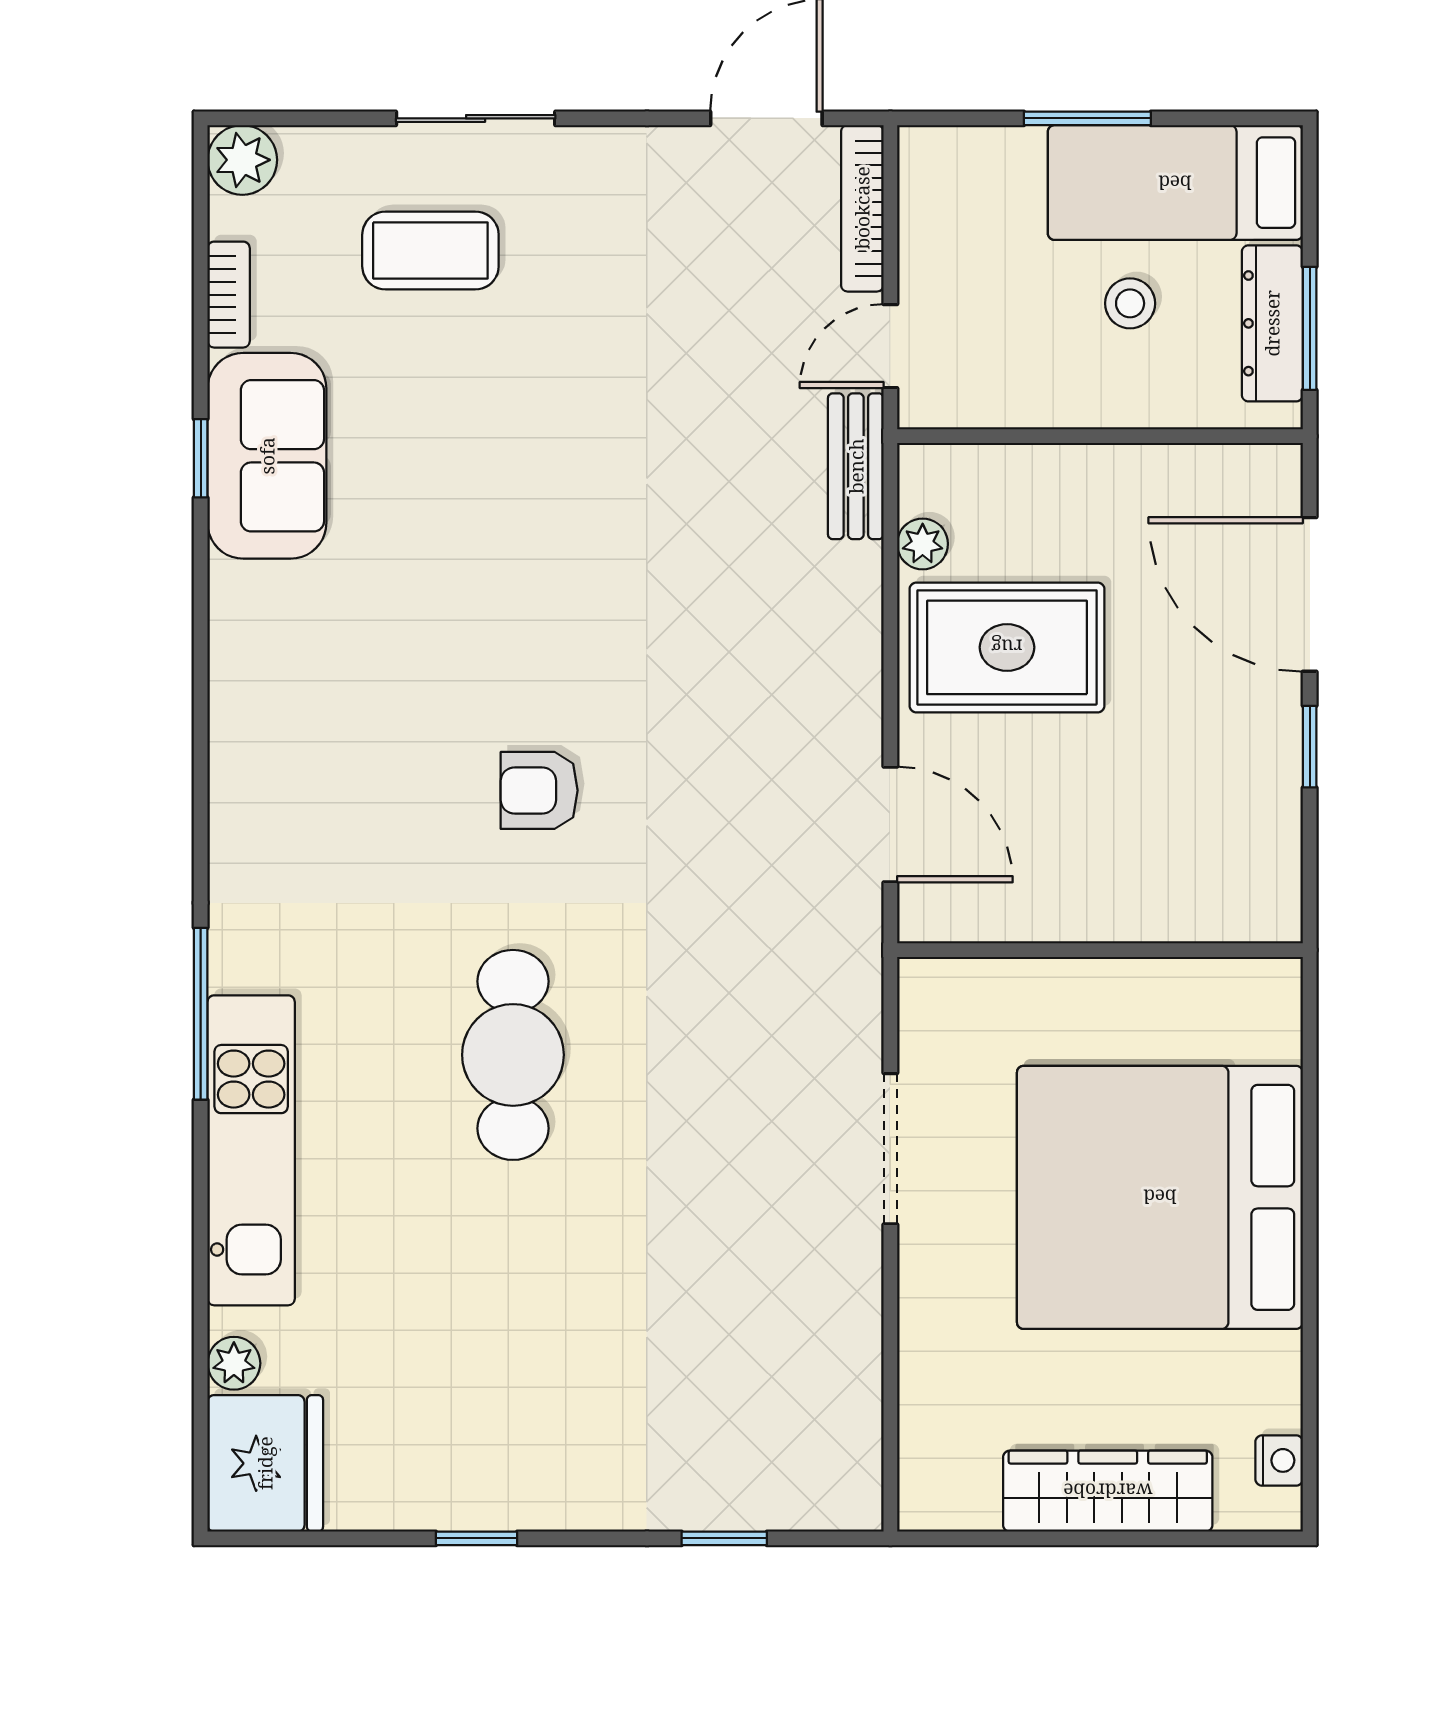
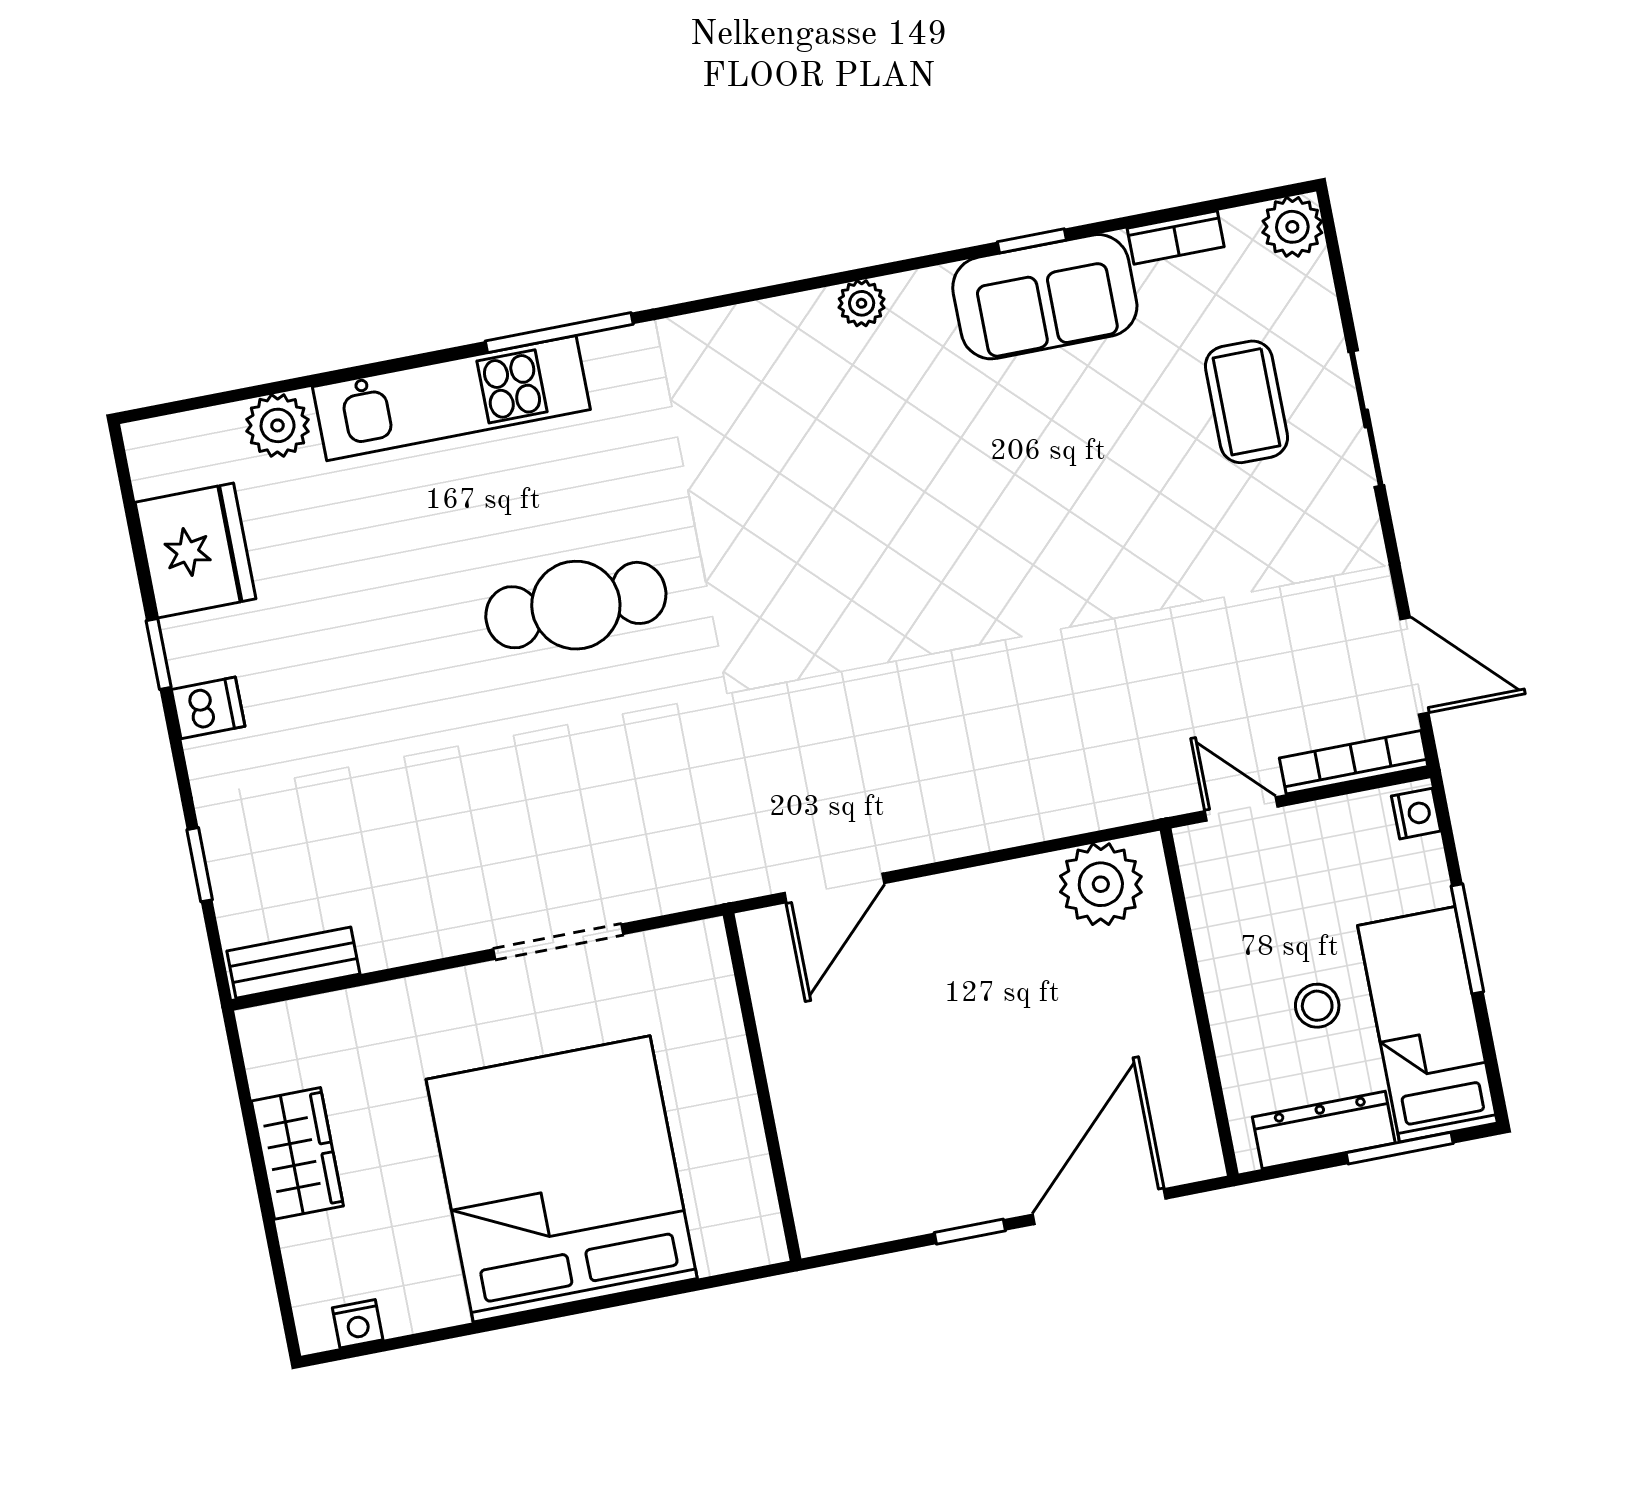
nightstand: (934, 149) -> (1416, 814), added
window: (1310, 328) -> (1400, 1148), moved
bench: (856, 466) -> (293, 963), moved
plant: (923, 544) -> (1101, 884), width x1.88, depth x1.88
rug: (1007, 647) -> (1004, 958), removed
plant: (234, 665) -> (862, 303), added
armchair: (539, 790) -> (805, 584), removed
plant: (234, 1363) -> (278, 425), width x1.38, depth x1.38
fridge: (265, 1463) -> (196, 550), moved, turned -90
wardrobe: (1108, 1491) -> (297, 1153), width x0.67
dishwasher: (548, 1494) -> (208, 708), added

